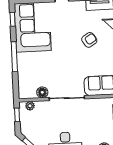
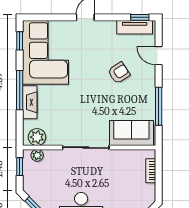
fireplace: (22, 66) -> (30, 102), added
plant: (29, 92) -> (37, 137), added
floor lamp: (42, 92) -> (54, 138), removed

